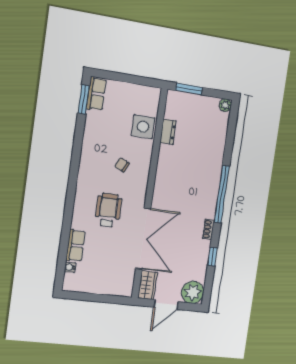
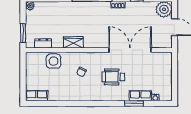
window: (84, 100) -> (134, 103), moved
dresser: (168, 132) -> (43, 43), moved
wardrobe: (148, 285) -> (73, 42), moved

